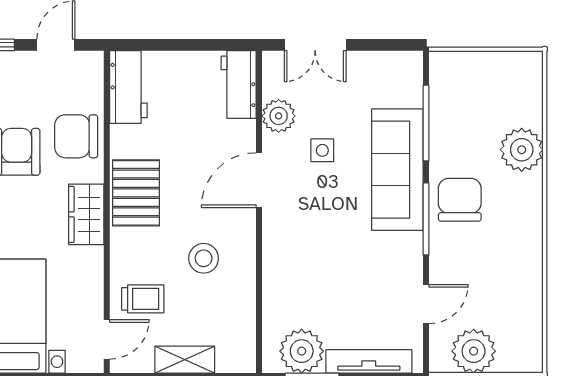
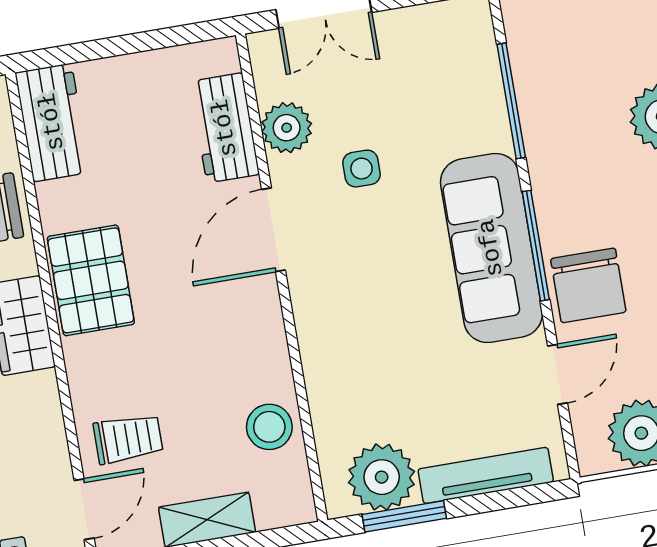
workbench: (239, 85) -> (225, 128), moved
sofa: (397, 170) -> (491, 248), moved
chair: (460, 200) -> (588, 285), moved, turned 180
stool: (204, 258) -> (269, 427), moved

